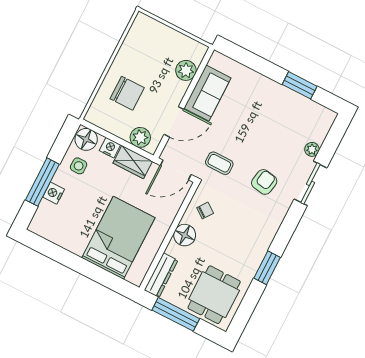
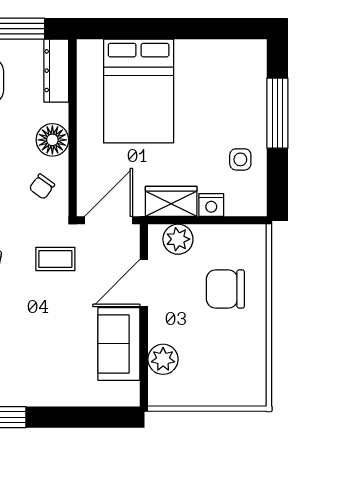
floor lamp: (86, 139) -> (248, 200), removed
nightstand: (54, 193) -> (255, 106), removed

